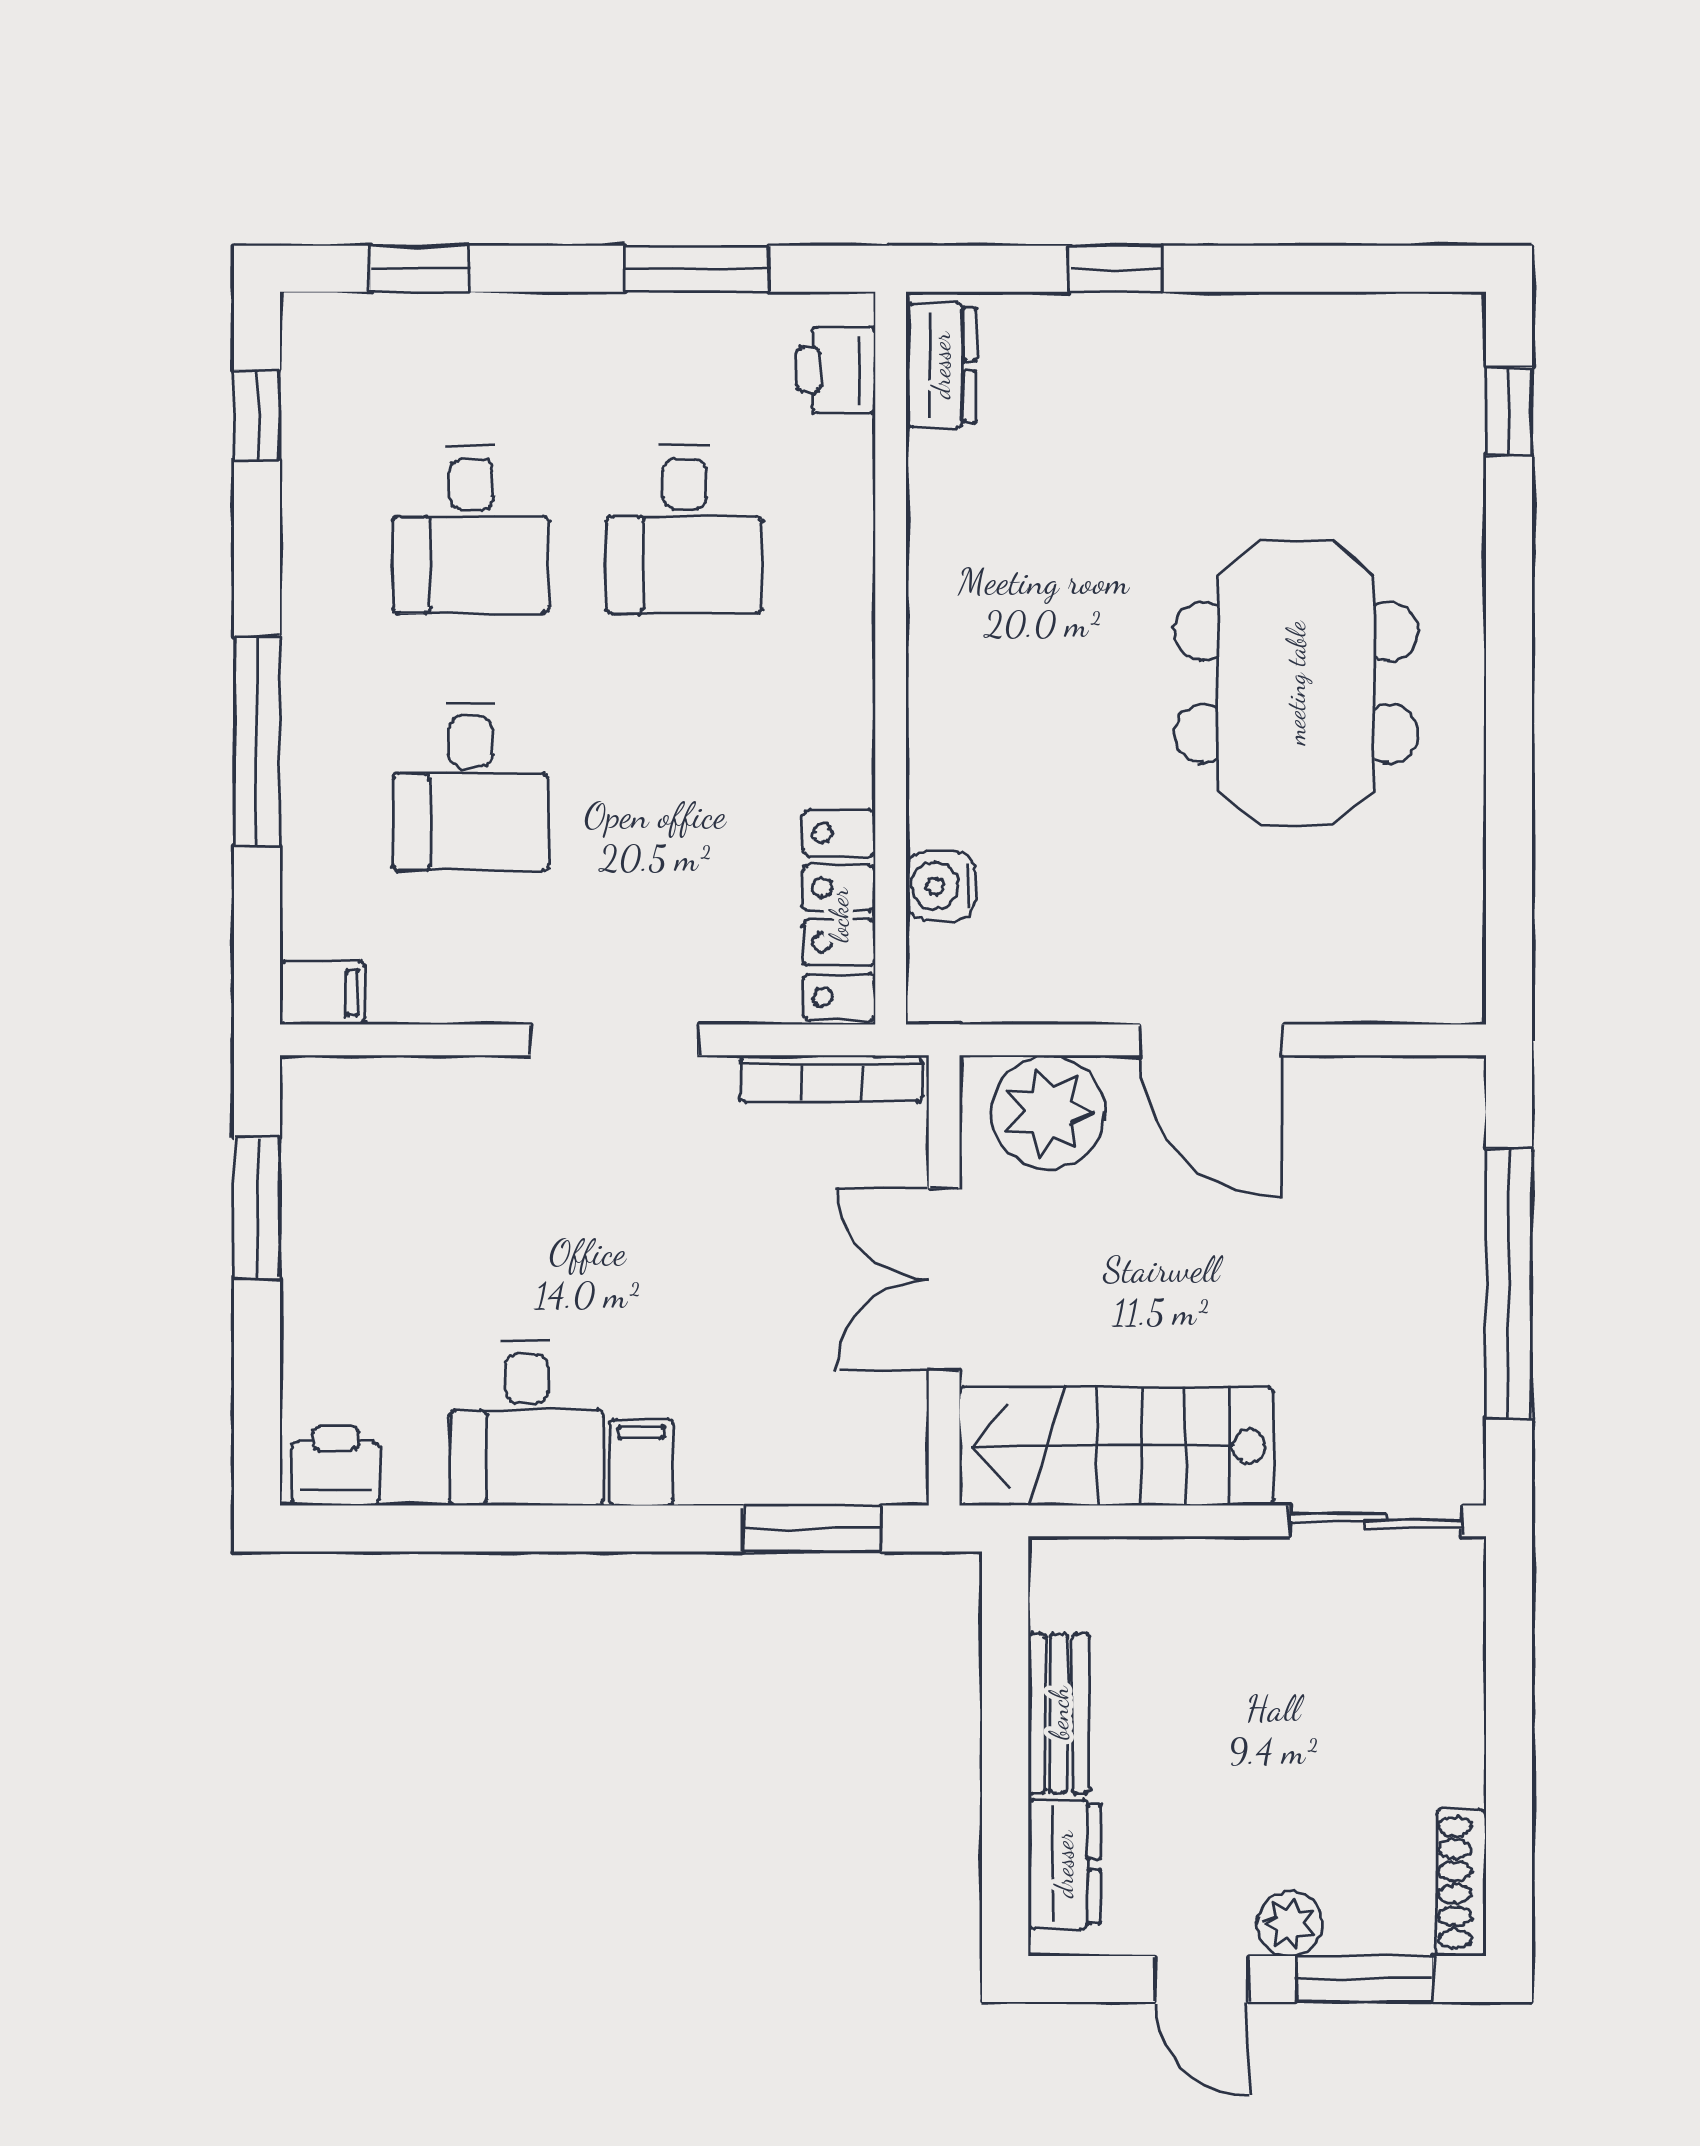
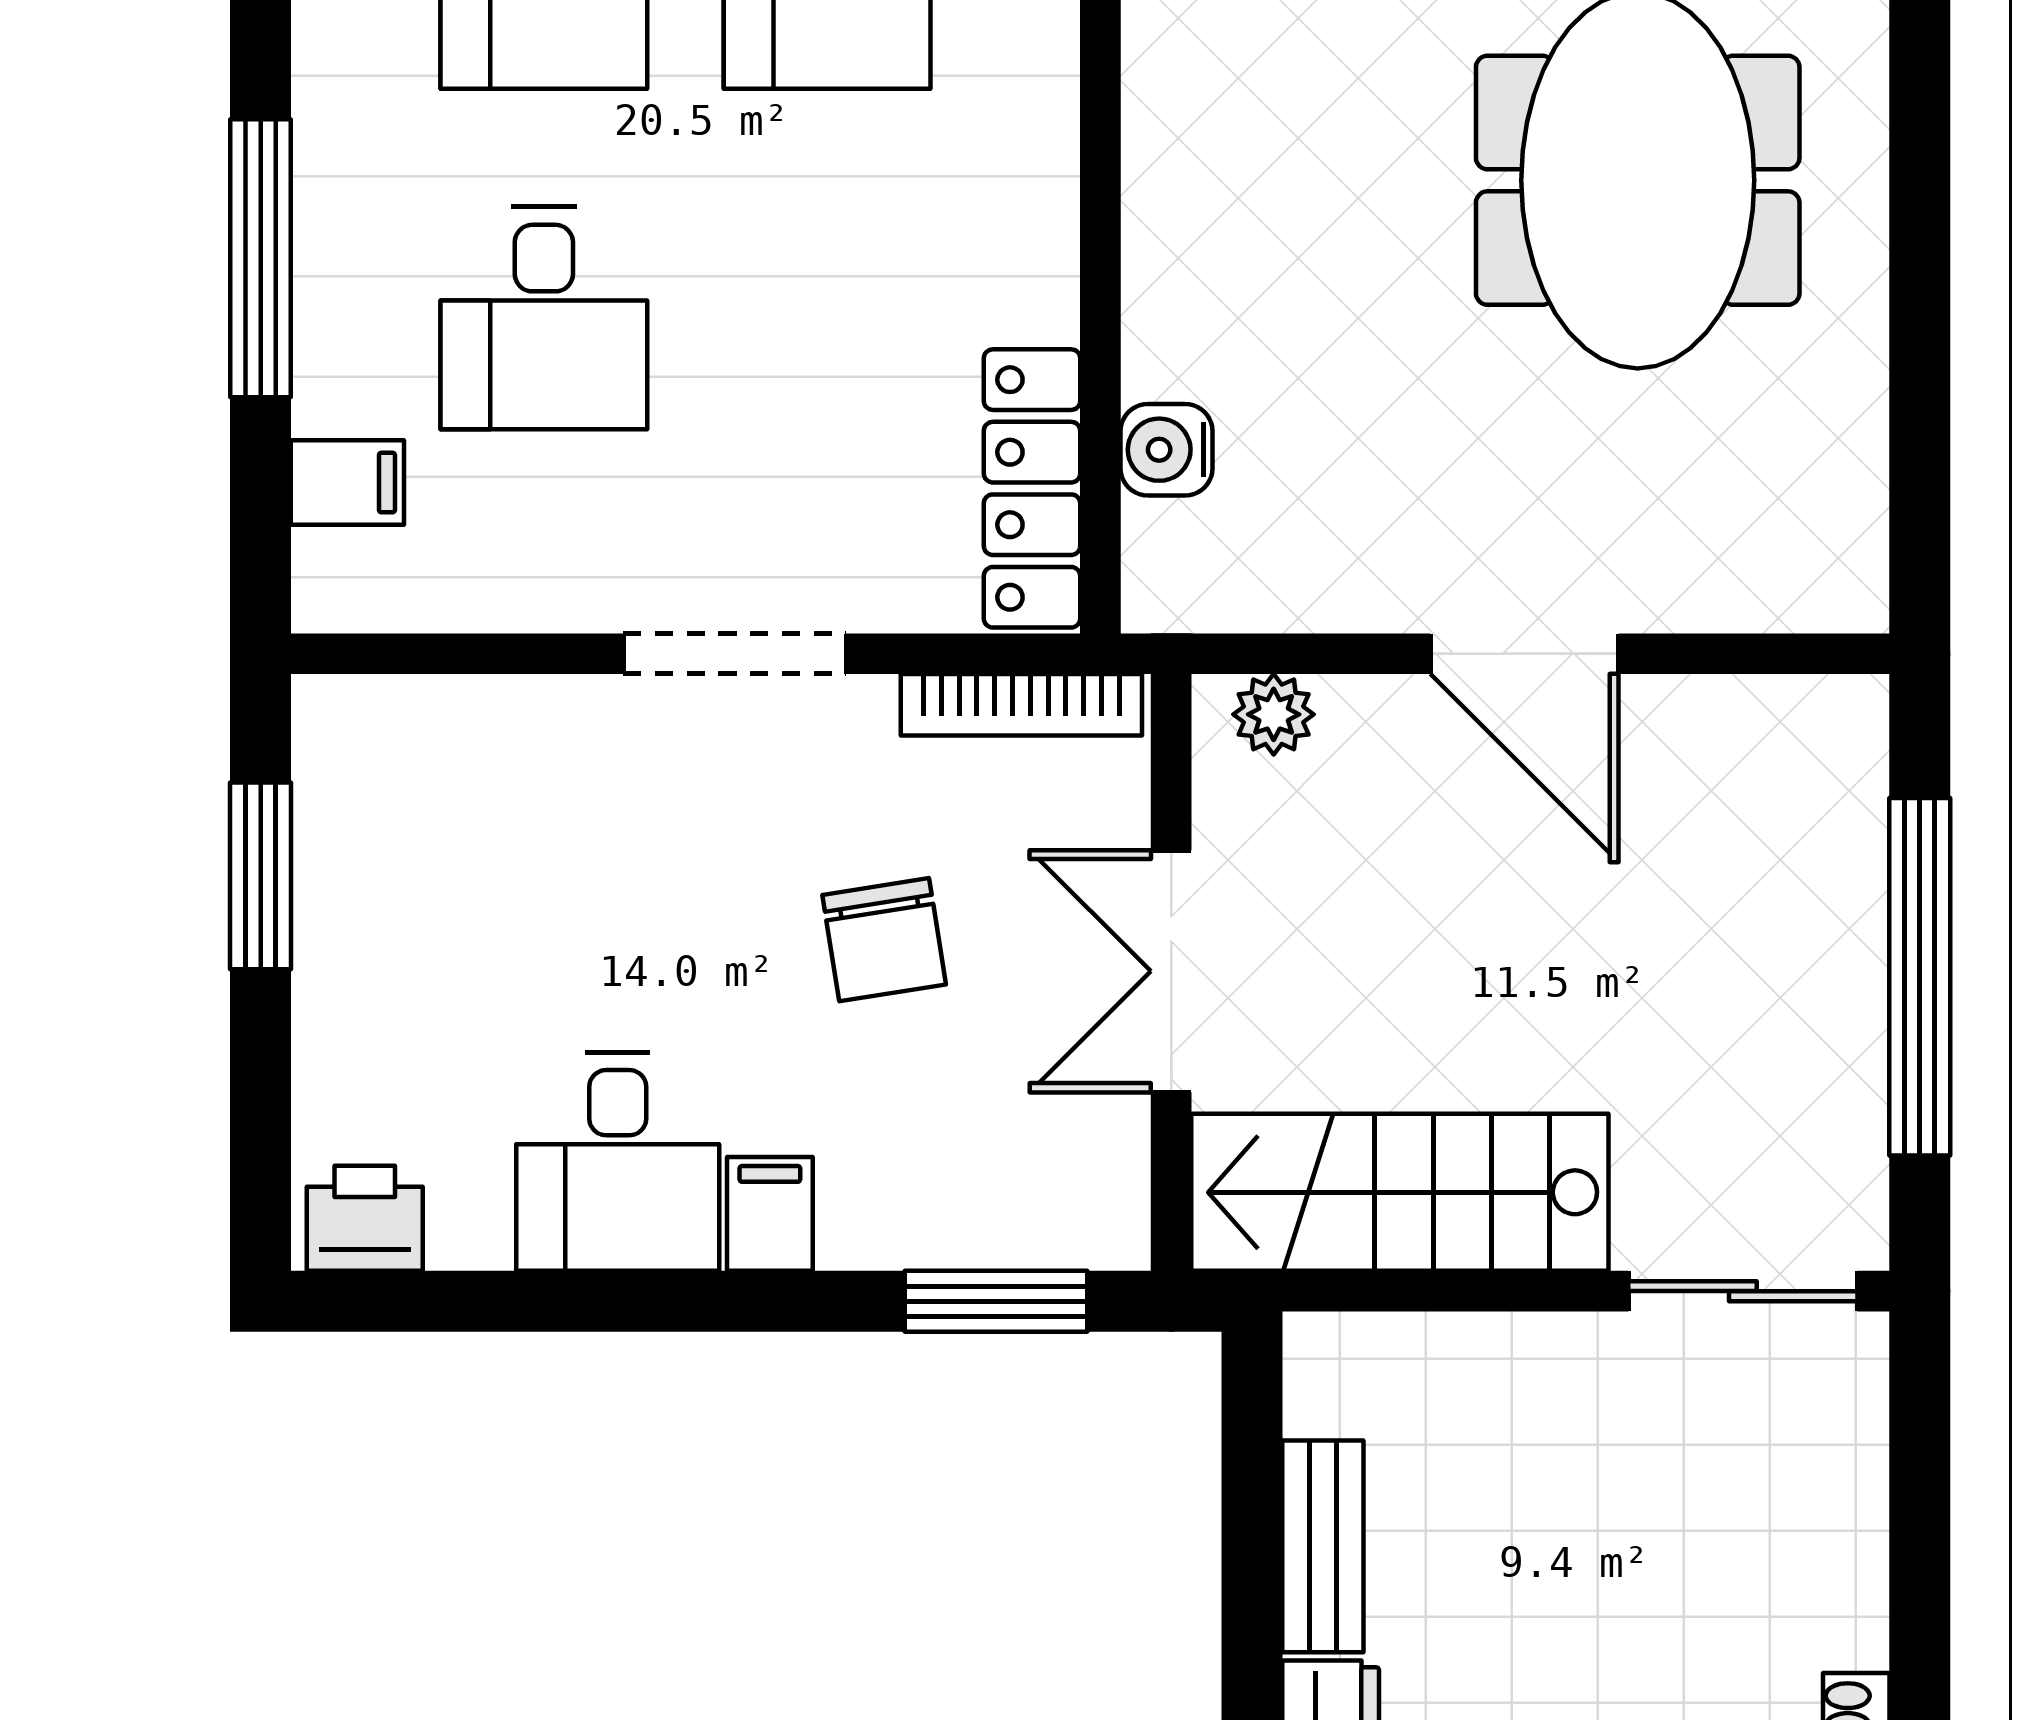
filing cabinet: (322, 993) -> (347, 483), moved
plant: (1048, 1112) -> (1274, 714), width x0.53, depth x0.53
chair: (728, 1256) -> (884, 940), added

